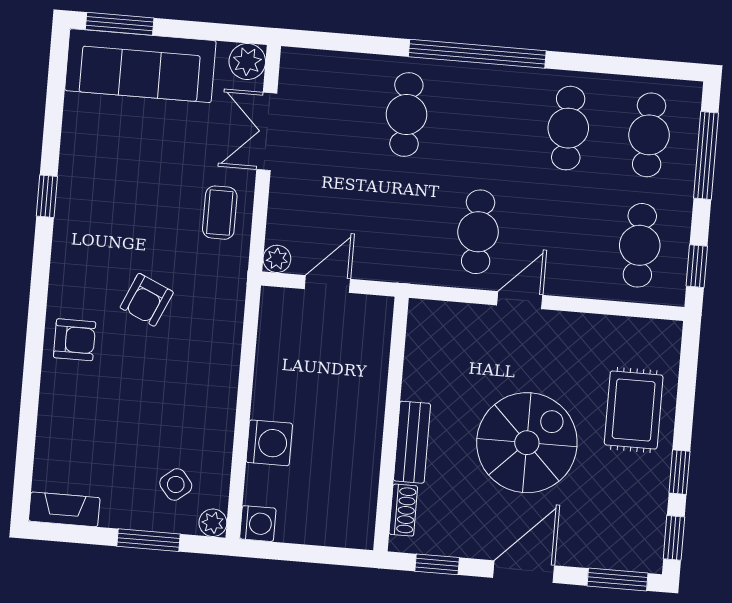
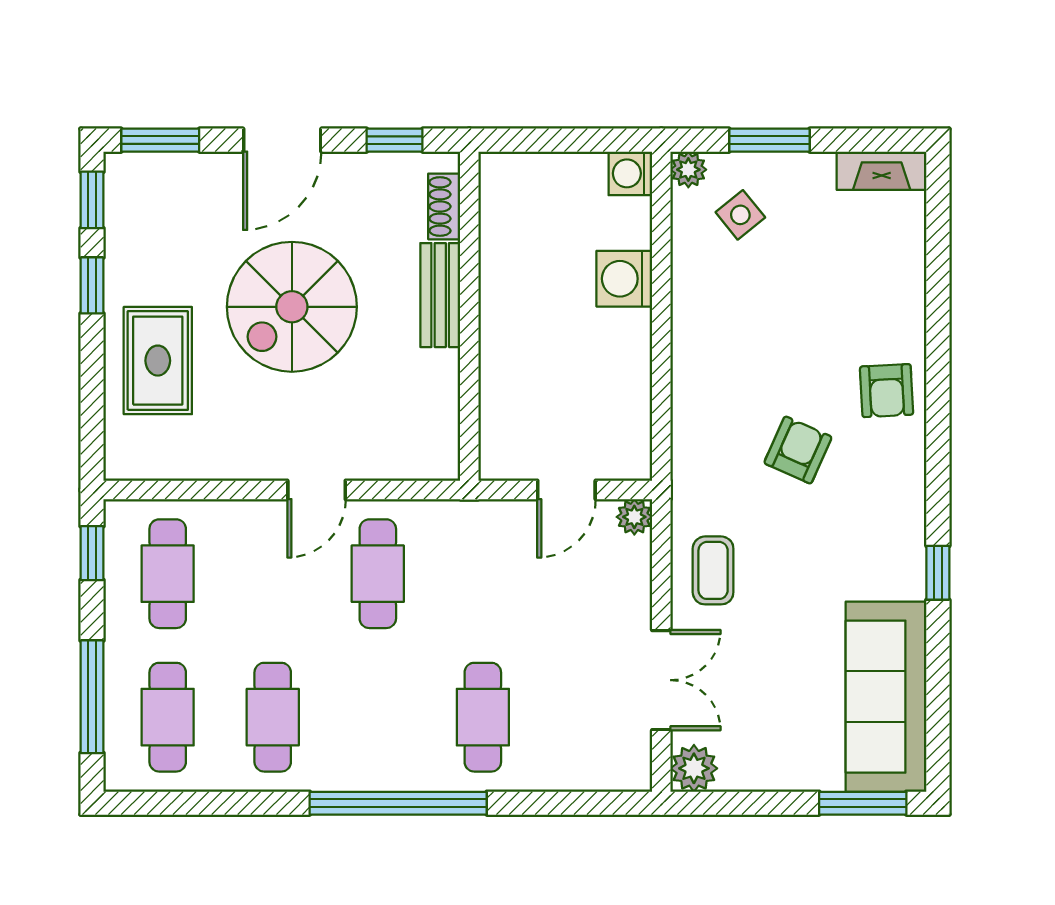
sofa: (140, 66) -> (886, 697), moved, turned -90
armchair: (75, 340) -> (887, 391), turned -93

